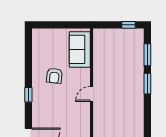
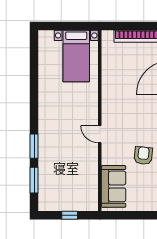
window: (129, 25) -> (70, 215), moved
door: (91, 94) -> (100, 134), swing flipped

